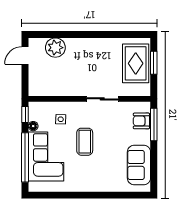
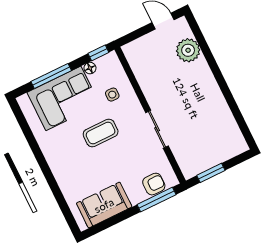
rug: (136, 63) -> (214, 147), removed
window: (154, 63) -> (211, 173), moved
armchair: (141, 121) -> (154, 184), turned 90
window: (25, 157) -> (51, 76), width x0.68

